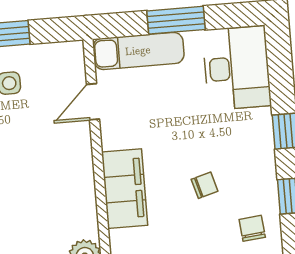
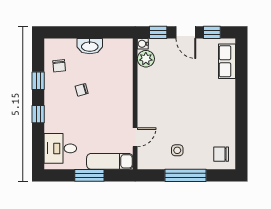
desk: (237, 68) -> (60, 148), width x0.73
filing cabinet: (125, 189) -> (123, 92), removed

